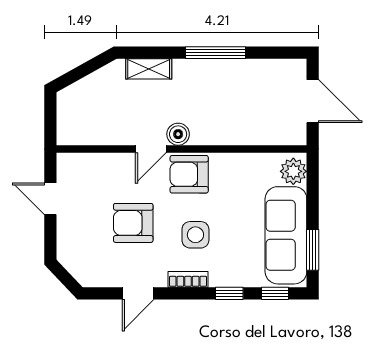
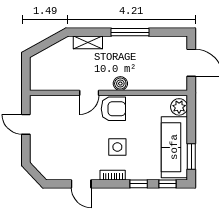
boiler: (178, 134) -> (120, 84), moved
armchair: (189, 174) -> (113, 109), turned 180
armchair: (133, 223) -> (78, 139), removed
door: (138, 293) -> (81, 184), hinge flipped

